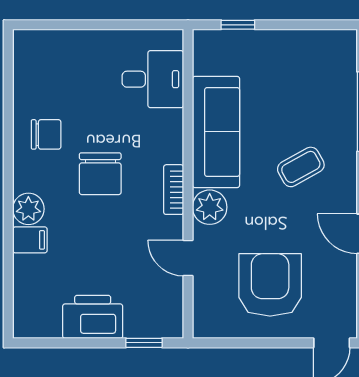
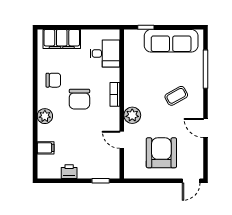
filing cabinet: (63, 49) -> (62, 39), added
sofa: (216, 132) -> (171, 41), moved, turned 90
bookcase: (174, 190) -> (115, 94), moved
filing cabinet: (30, 240) -> (46, 148), moved
printer: (93, 317) -> (69, 172), width x0.53, depth x0.68

